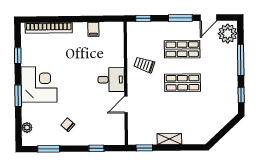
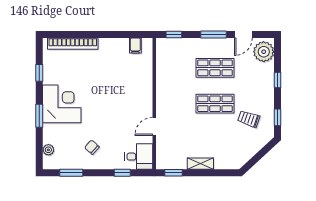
filing cabinet: (93, 29) -> (135, 46), moved
window: (241, 60) -> (277, 80), width x0.46
trolley: (144, 65) -> (249, 119), moved
desk: (111, 80) -> (139, 157), moved

